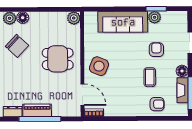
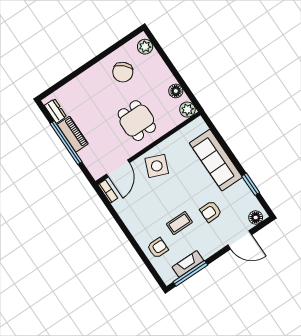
plant: (155, 17) -> (241, 188), removed
floor lamp: (23, 18) -> (176, 91), moved
armchair: (156, 50) -> (211, 211), turned 180
floor lamp: (182, 71) -> (256, 217), moved
armchair: (157, 104) -> (158, 248), turned -90

